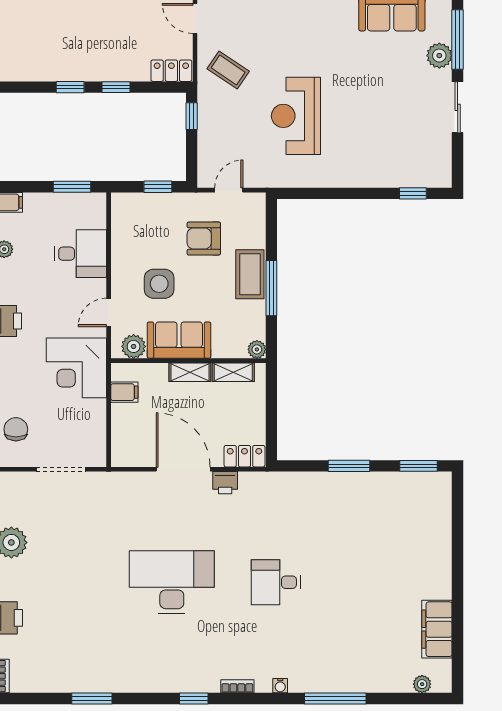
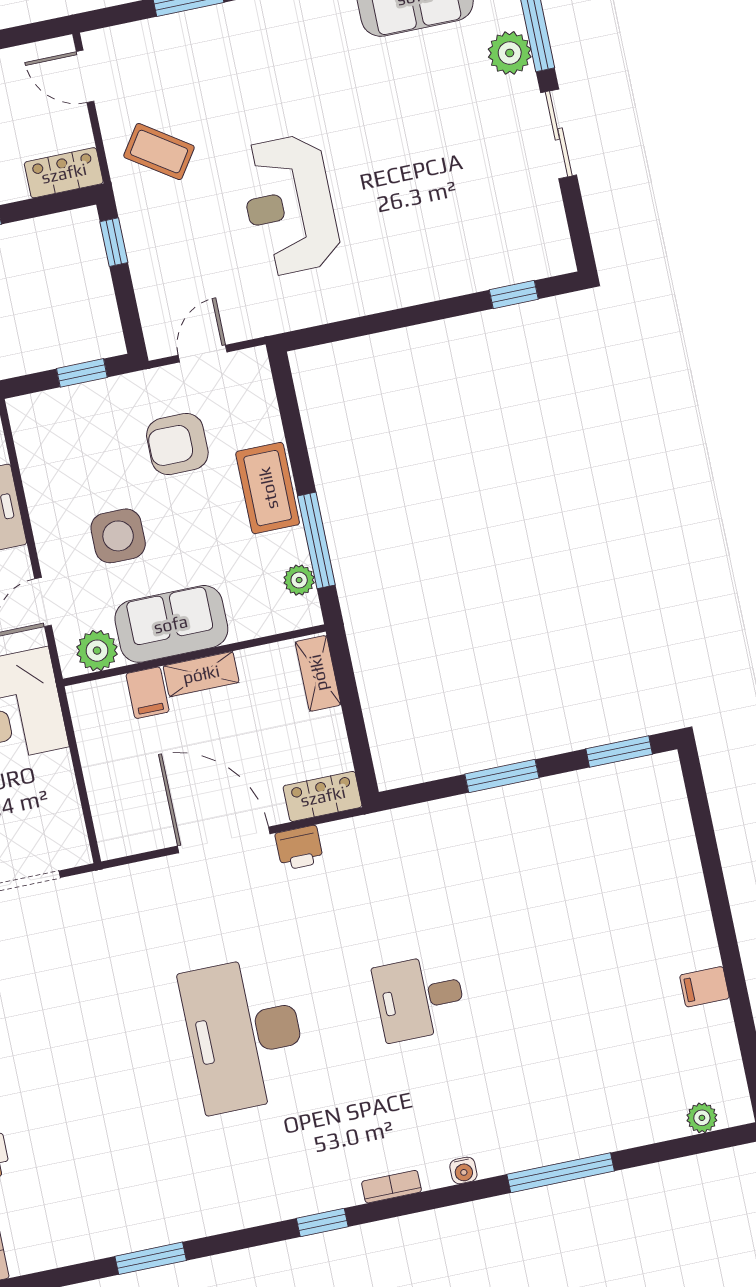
window: (271, 288) -> (316, 540), moved
plant: (257, 349) -> (299, 580), moved
shelving: (233, 372) -> (318, 673), moved, turned 90
filing cabinet: (124, 392) -> (148, 693), moved, turned 90
desk: (172, 582) -> (244, 1034), turned -90
filing cabinet: (437, 629) -> (704, 987), width x0.33, depth x0.86

